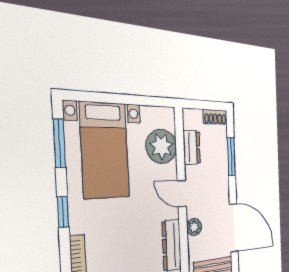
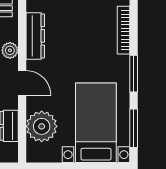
window: (63, 212) -> (134, 74), width x1.50

